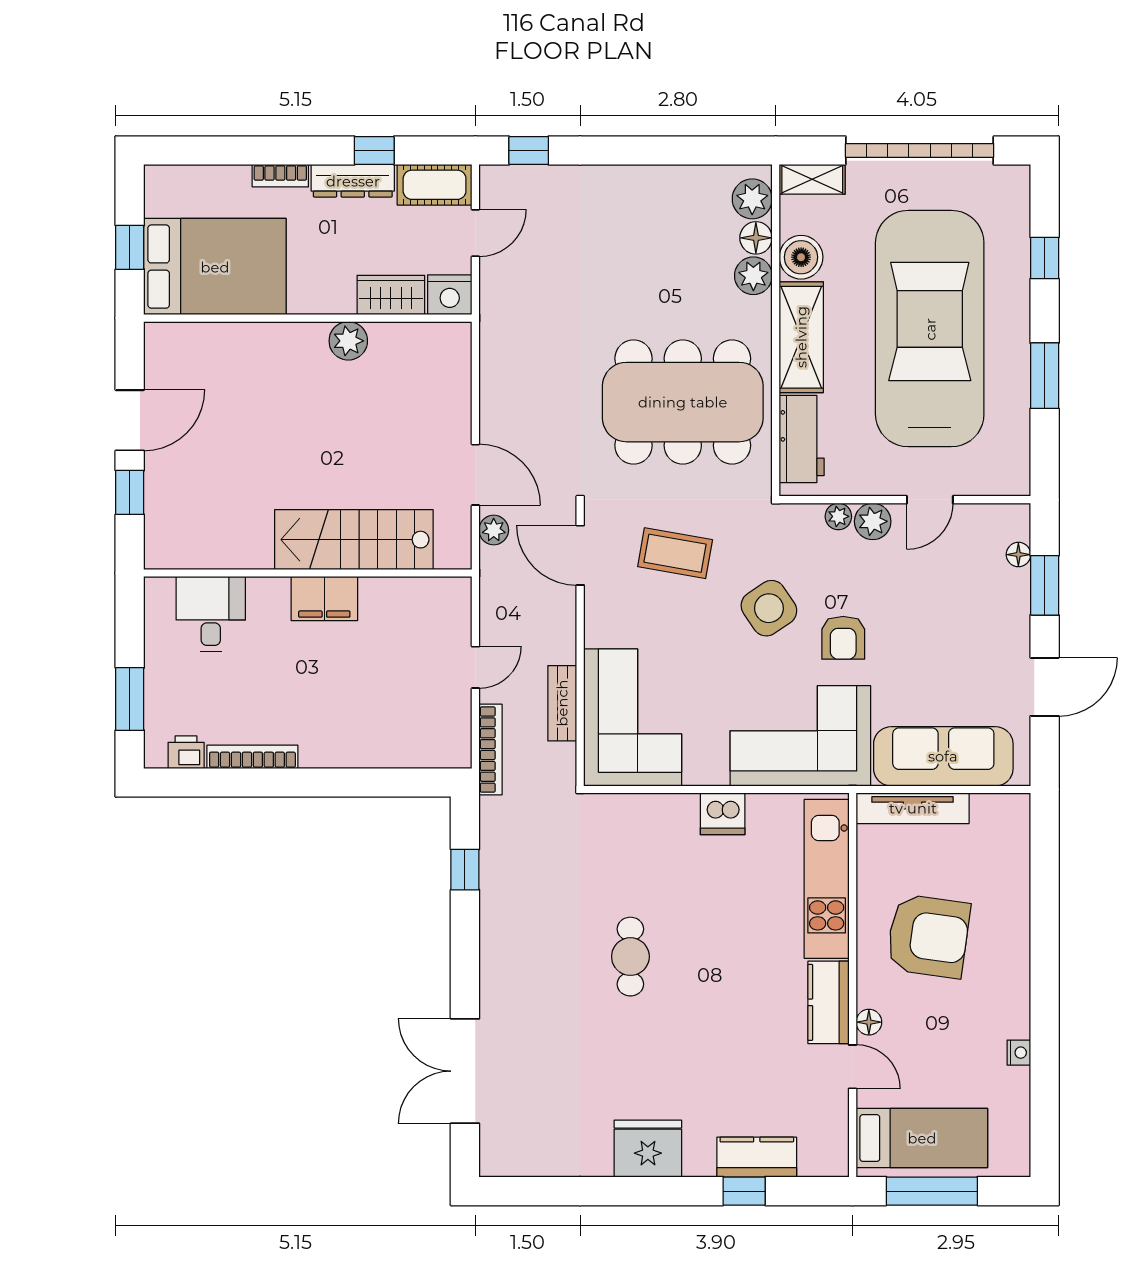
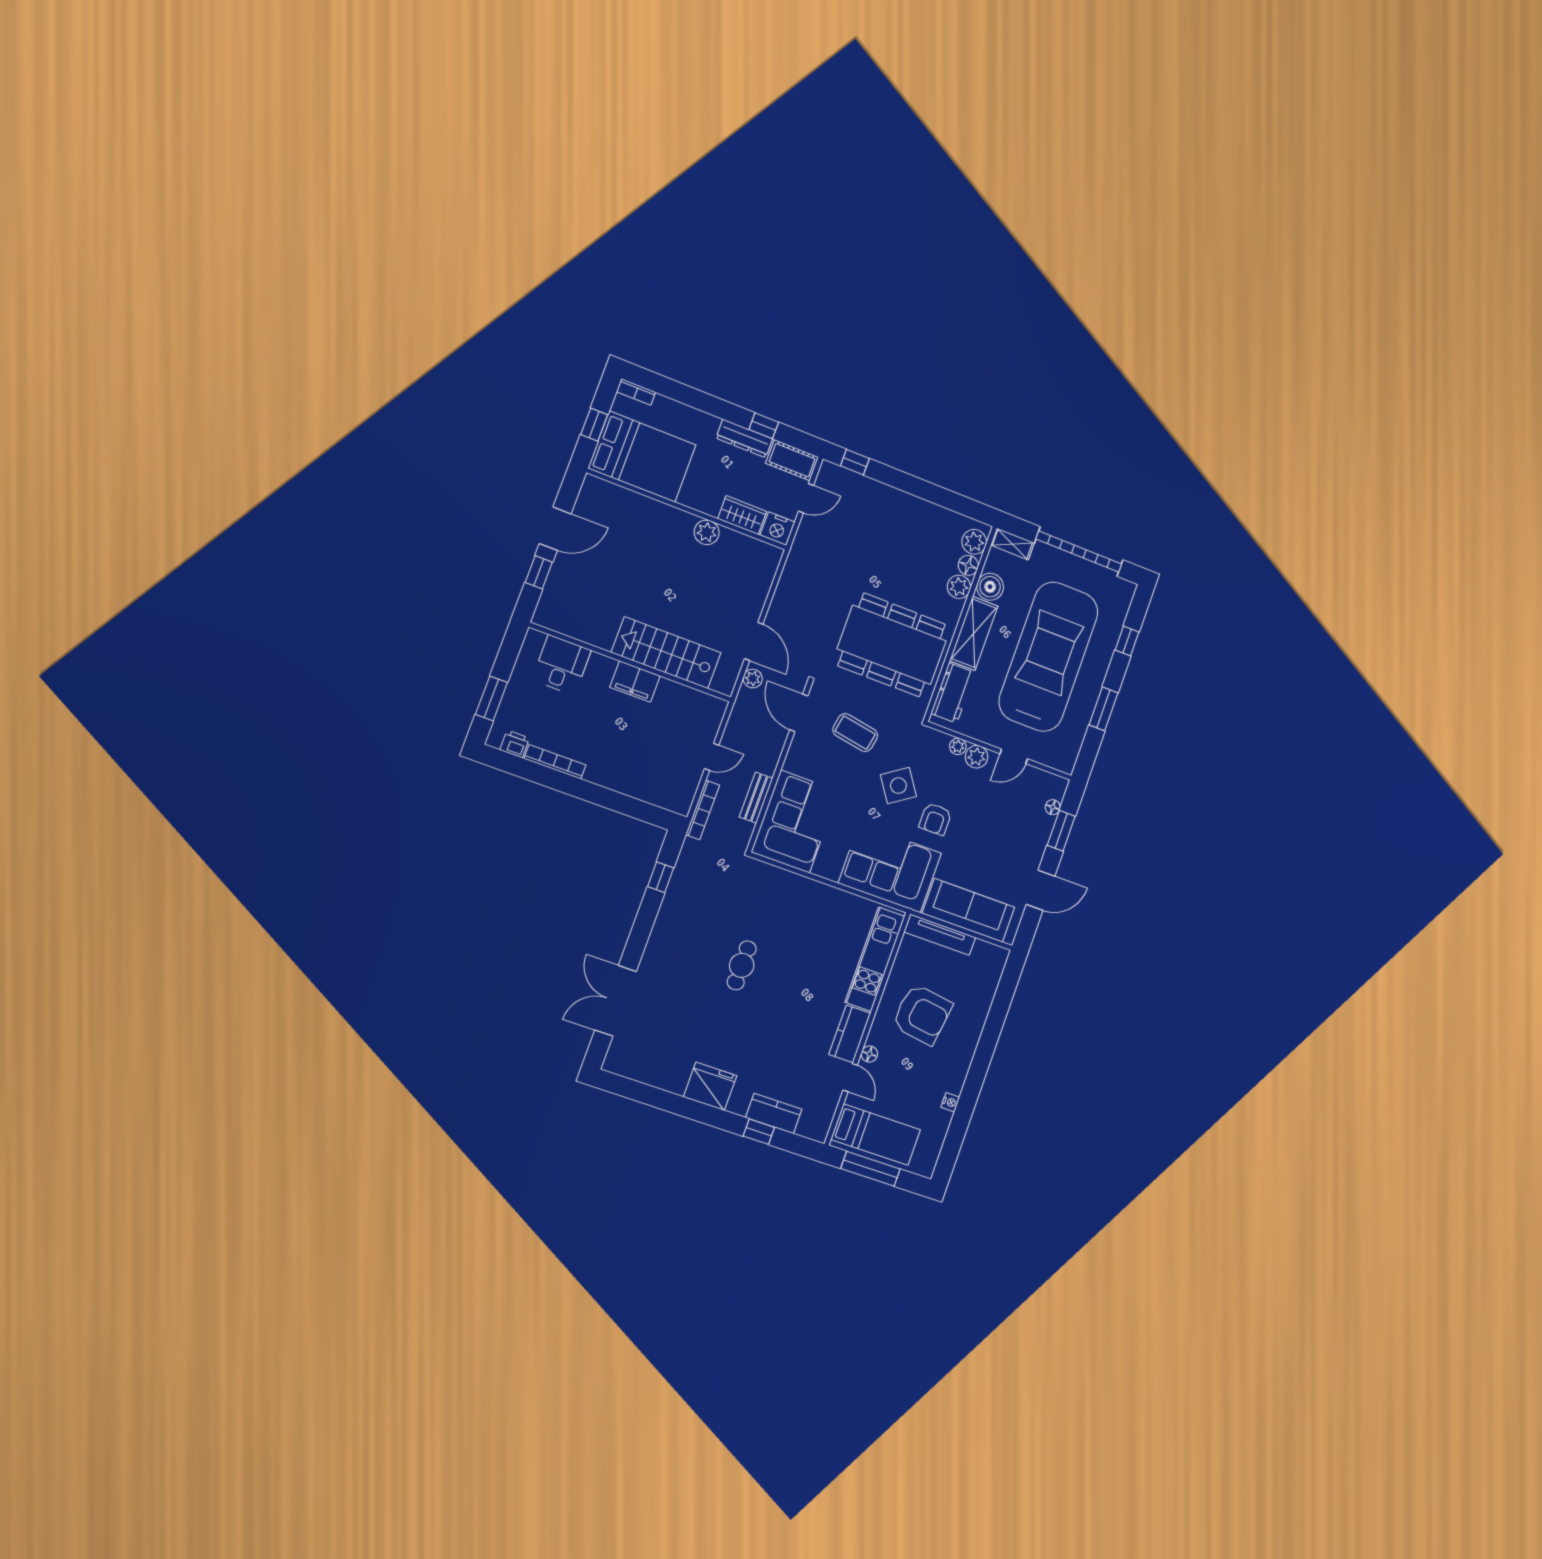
bookcase: (280, 176) -> (636, 392), moved
dishwasher: (723, 814) -> (828, 898), removed

